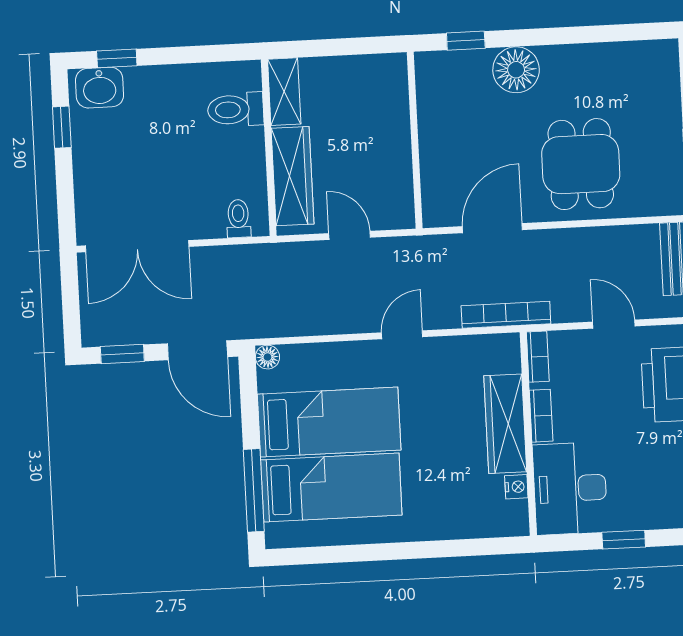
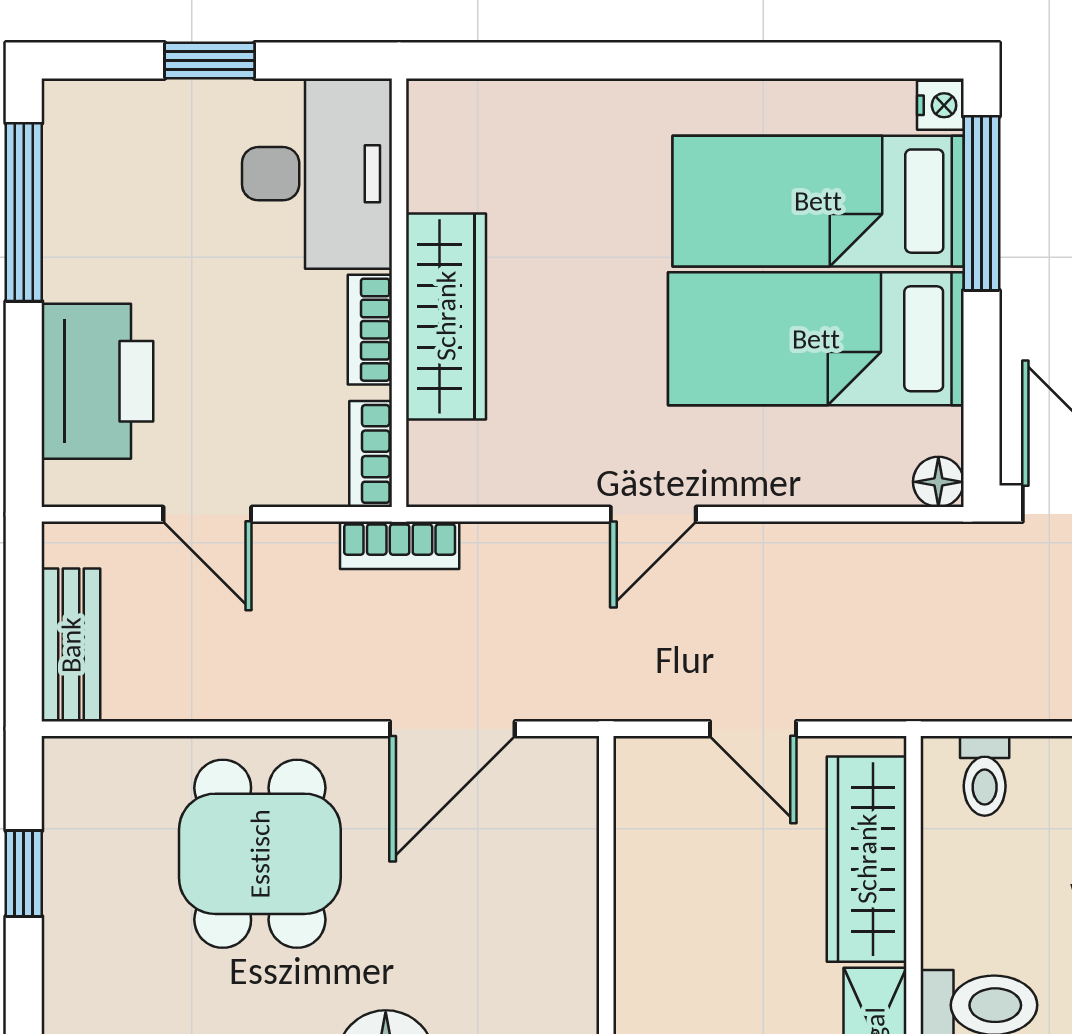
bookcase: (506, 315) -> (400, 545), width x0.64
nightstand: (516, 487) -> (940, 105), moved, turned 180

